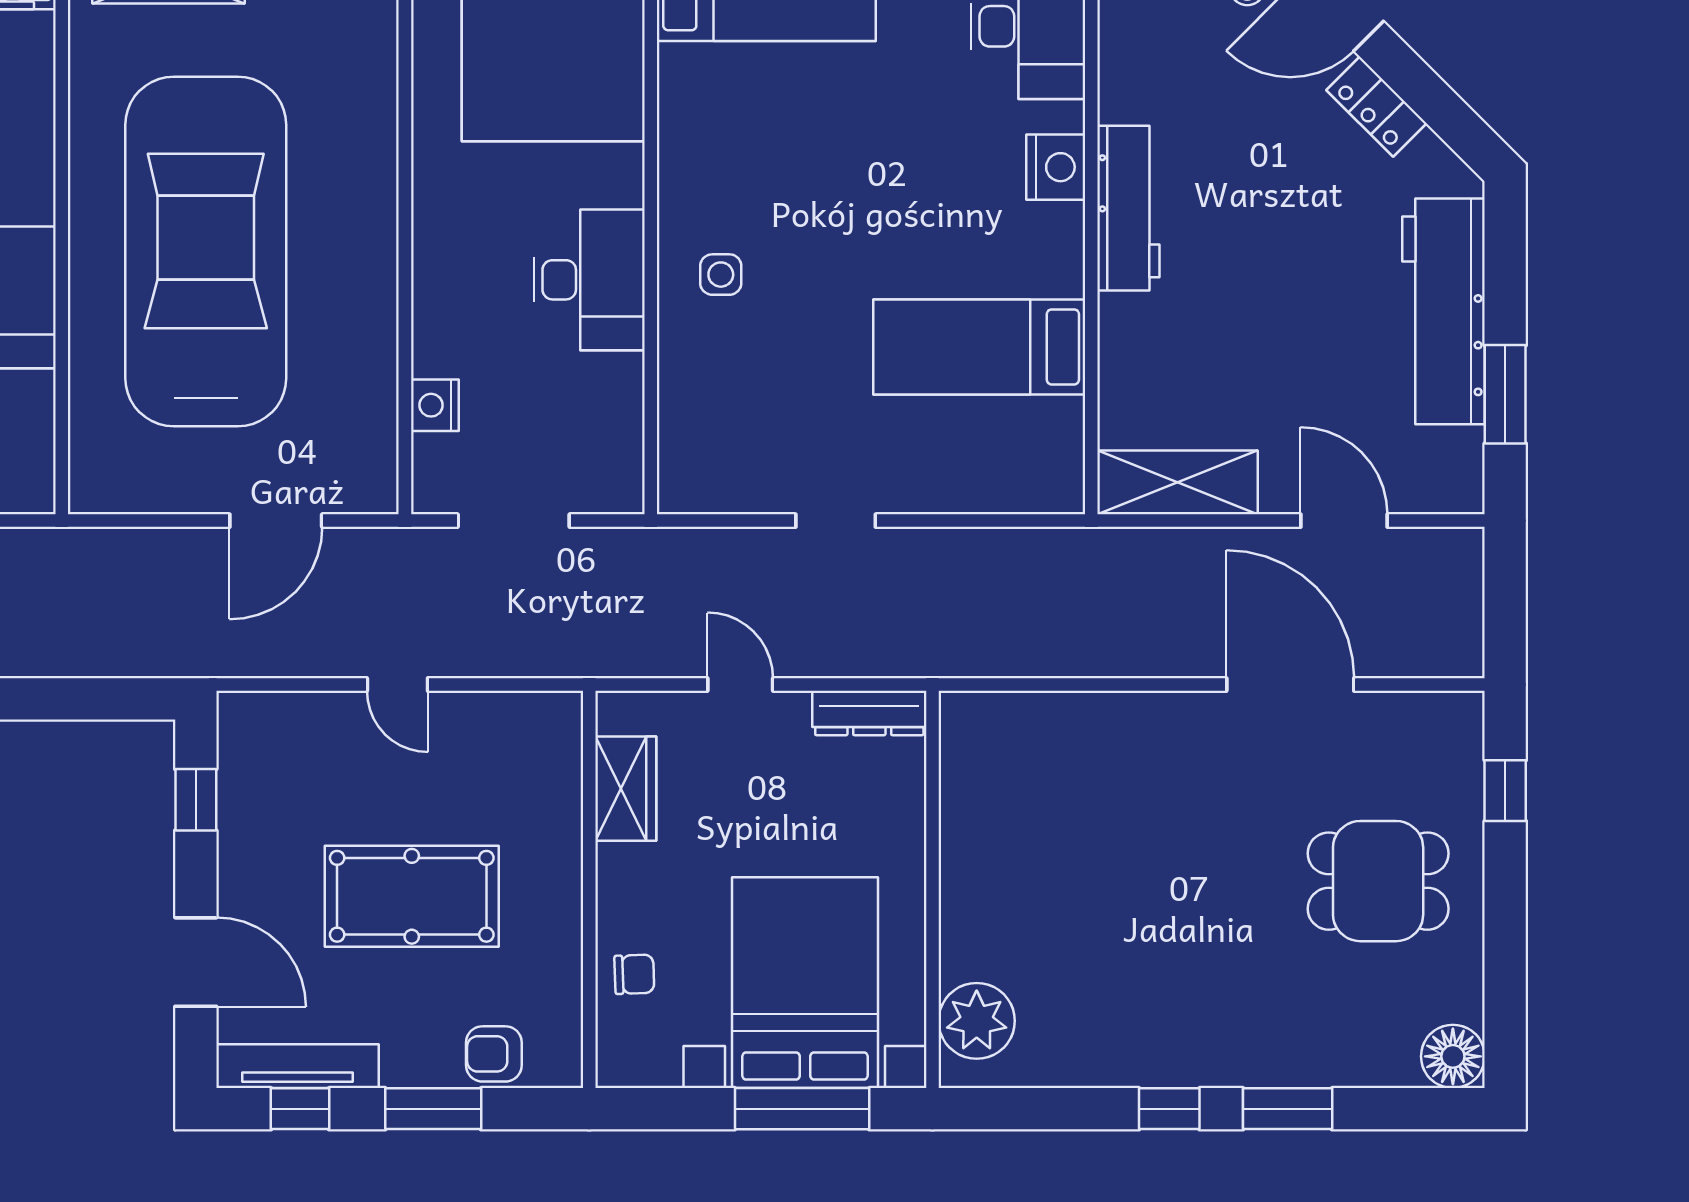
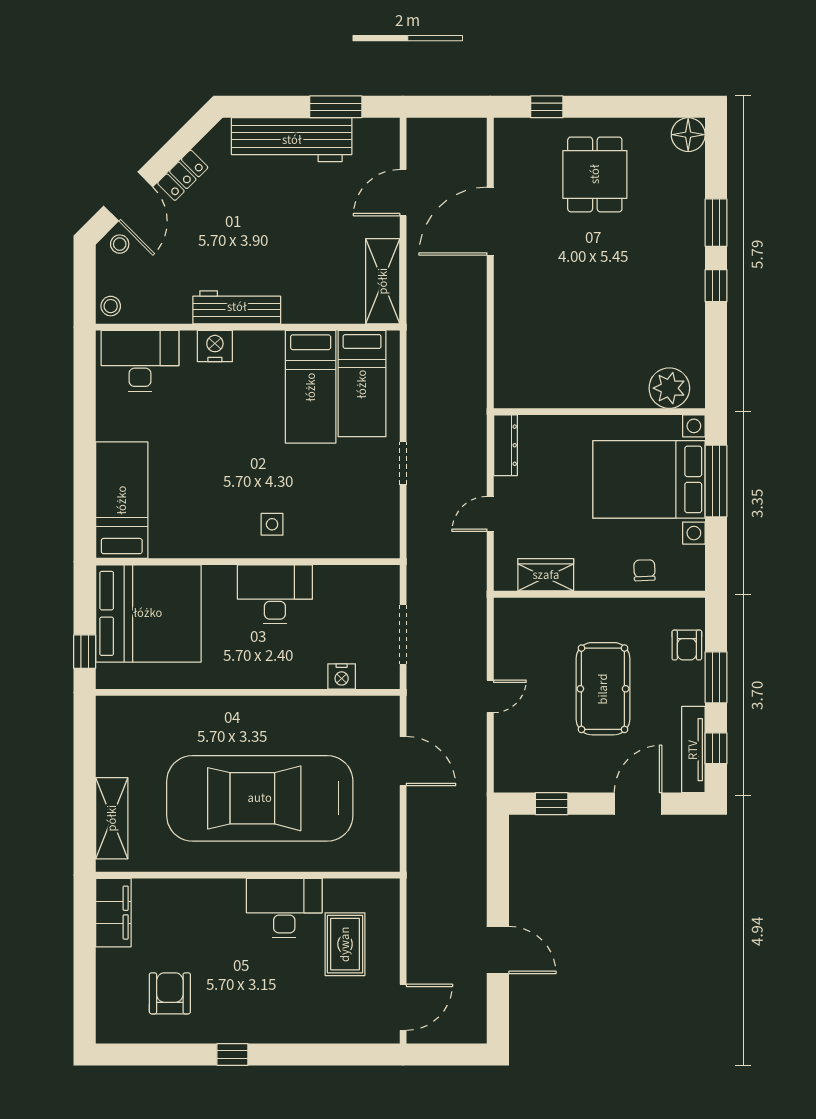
bed: (985, 444) -> (362, 384), added

